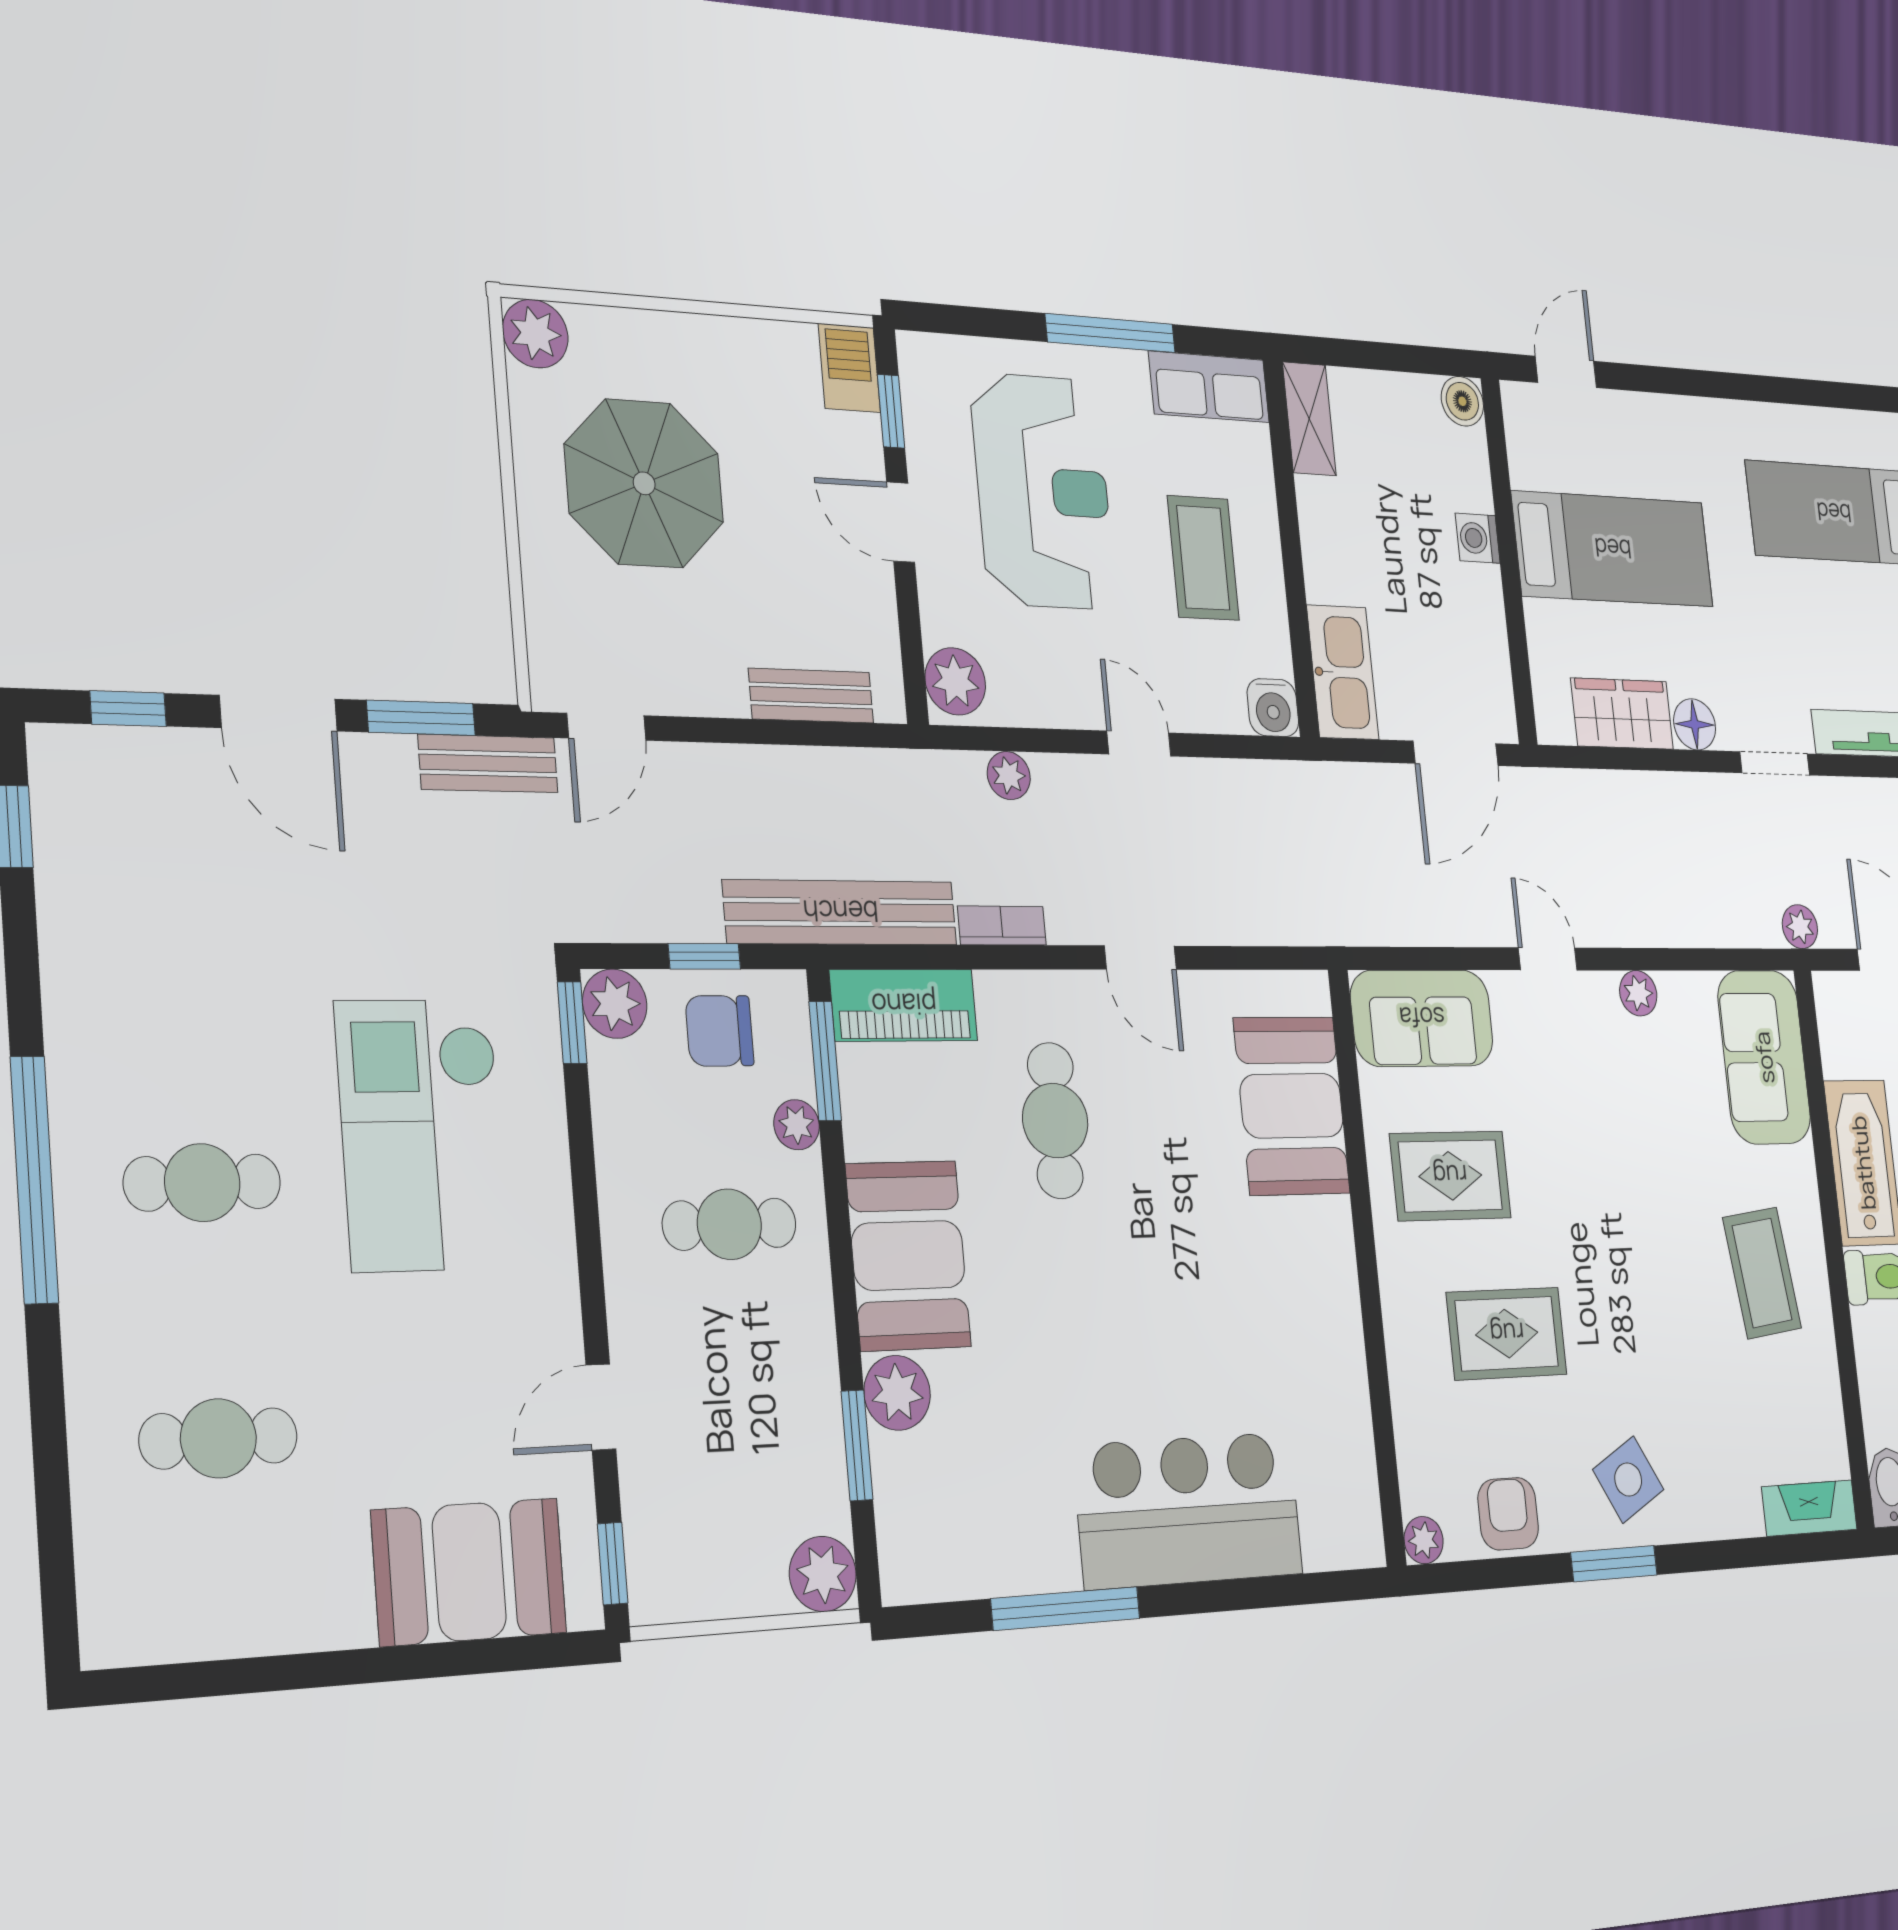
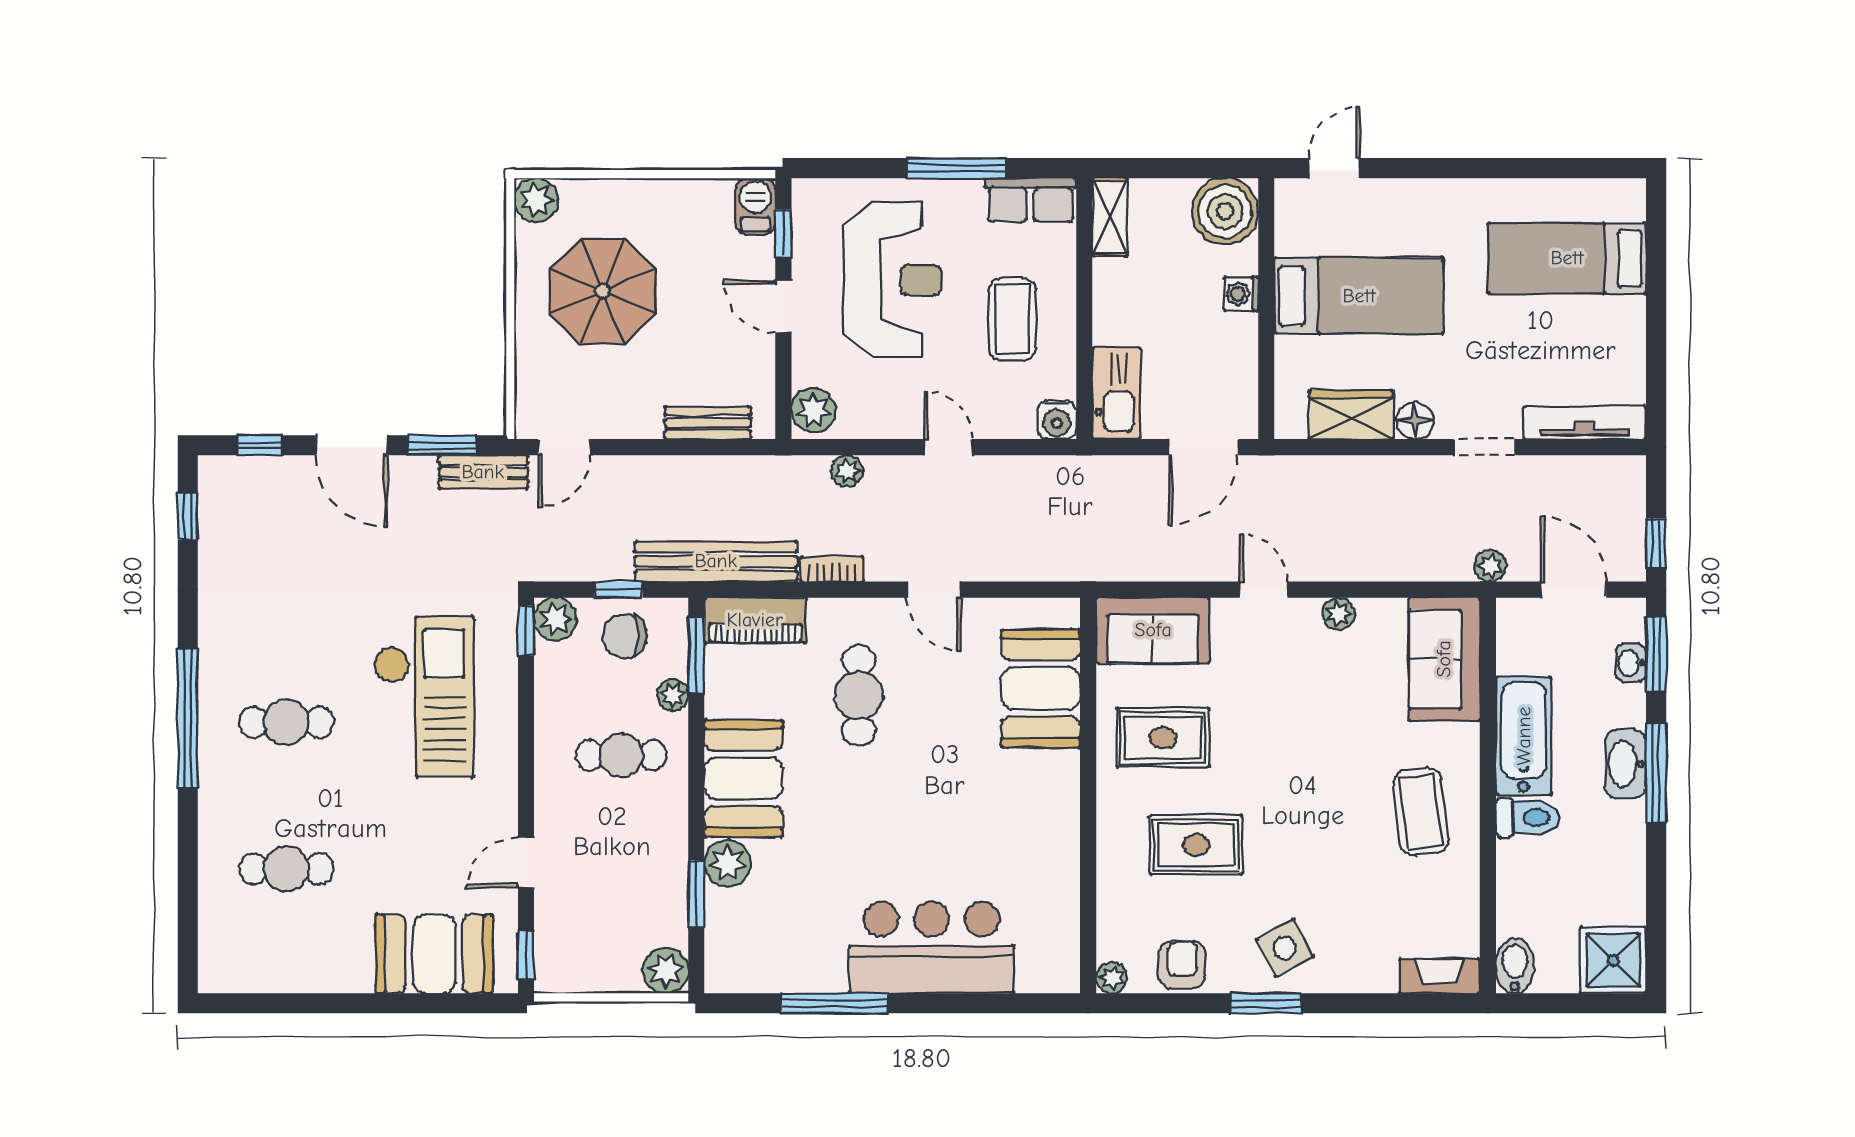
boiler: (1462, 401) -> (1225, 211), width x1.86, depth x1.86
checkout: (422, 1135) -> (424, 697), turned 180

